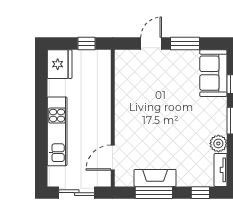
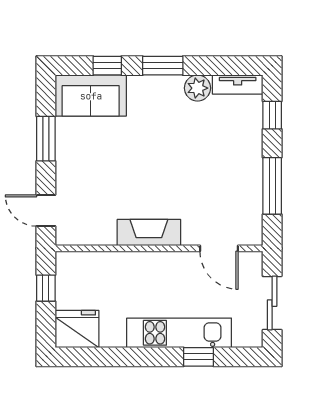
door: (151, 44) -> (46, 211), moved
window: (41, 144) -> (198, 357), added
fireplace: (155, 178) -> (149, 233), moved, turned 90

